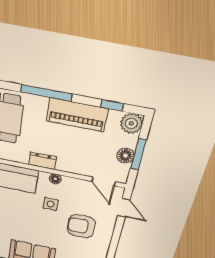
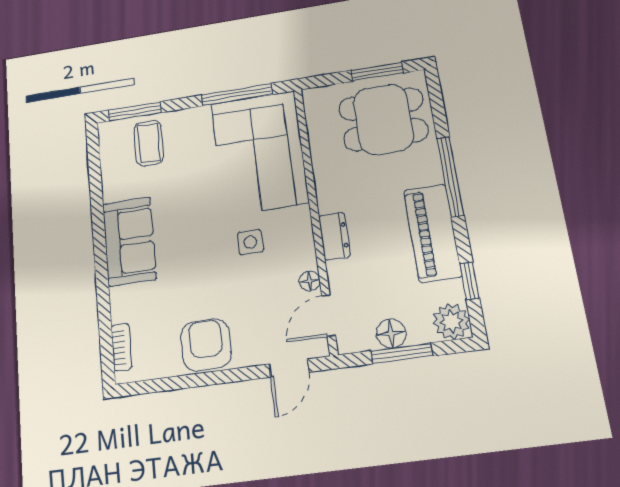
dresser: (42, 161) -> (334, 236), moved
floor lamp: (55, 179) -> (310, 281), moved
armchair: (81, 226) -> (206, 345), moved

